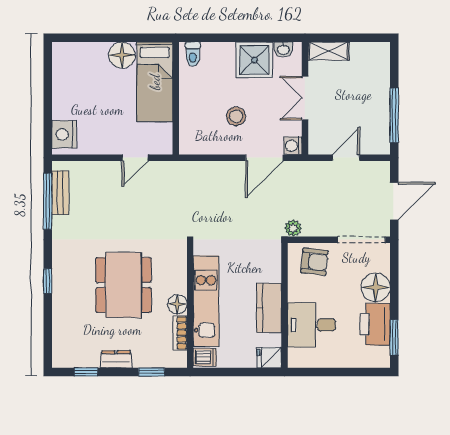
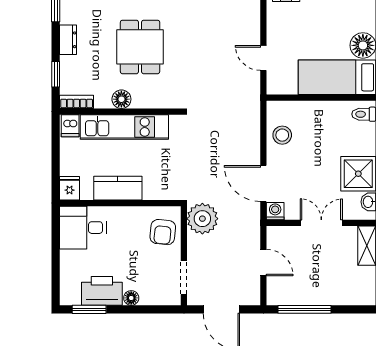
stool: (236, 116) -> (282, 135), moved
plant: (293, 228) -> (202, 219), width x1.87, depth x1.87
doorway: (361, 240) -> (184, 278), width x0.73
dining table: (124, 285) -> (140, 47), width x0.73
floor lamp: (376, 287) -> (131, 298), width x0.53, depth x0.53
desk: (312, 325) -> (83, 228), moved, turned -90
bookcase: (180, 333) -> (77, 102), moved

